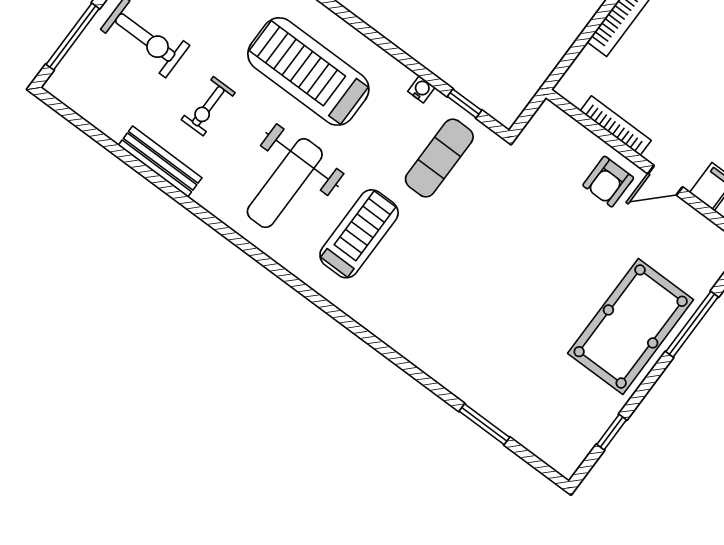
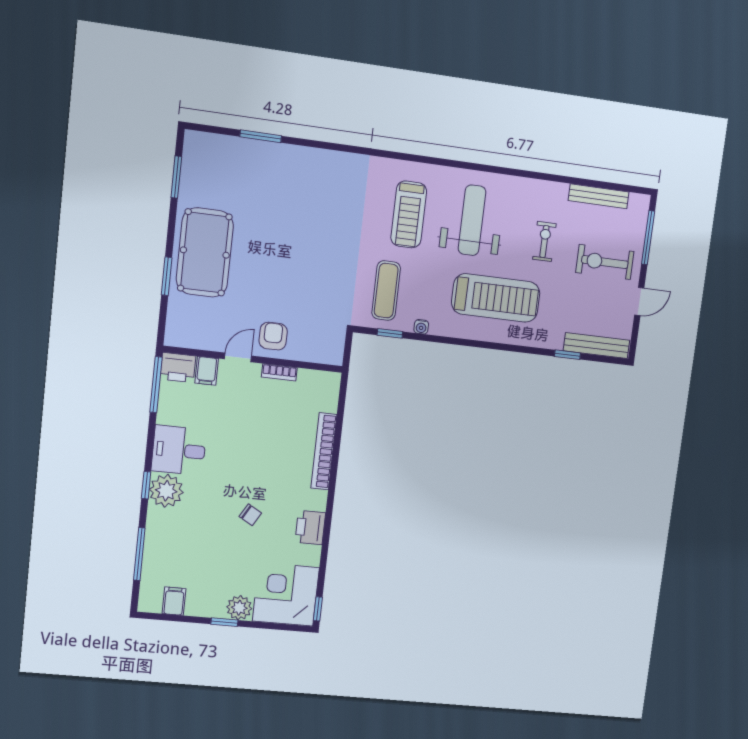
bookcase: (616, 126) -> (279, 372), width x0.64
bench: (160, 162) -> (599, 196), moved
window: (692, 324) -> (167, 276), width x0.69
window: (612, 432) -> (176, 177), width x1.50

